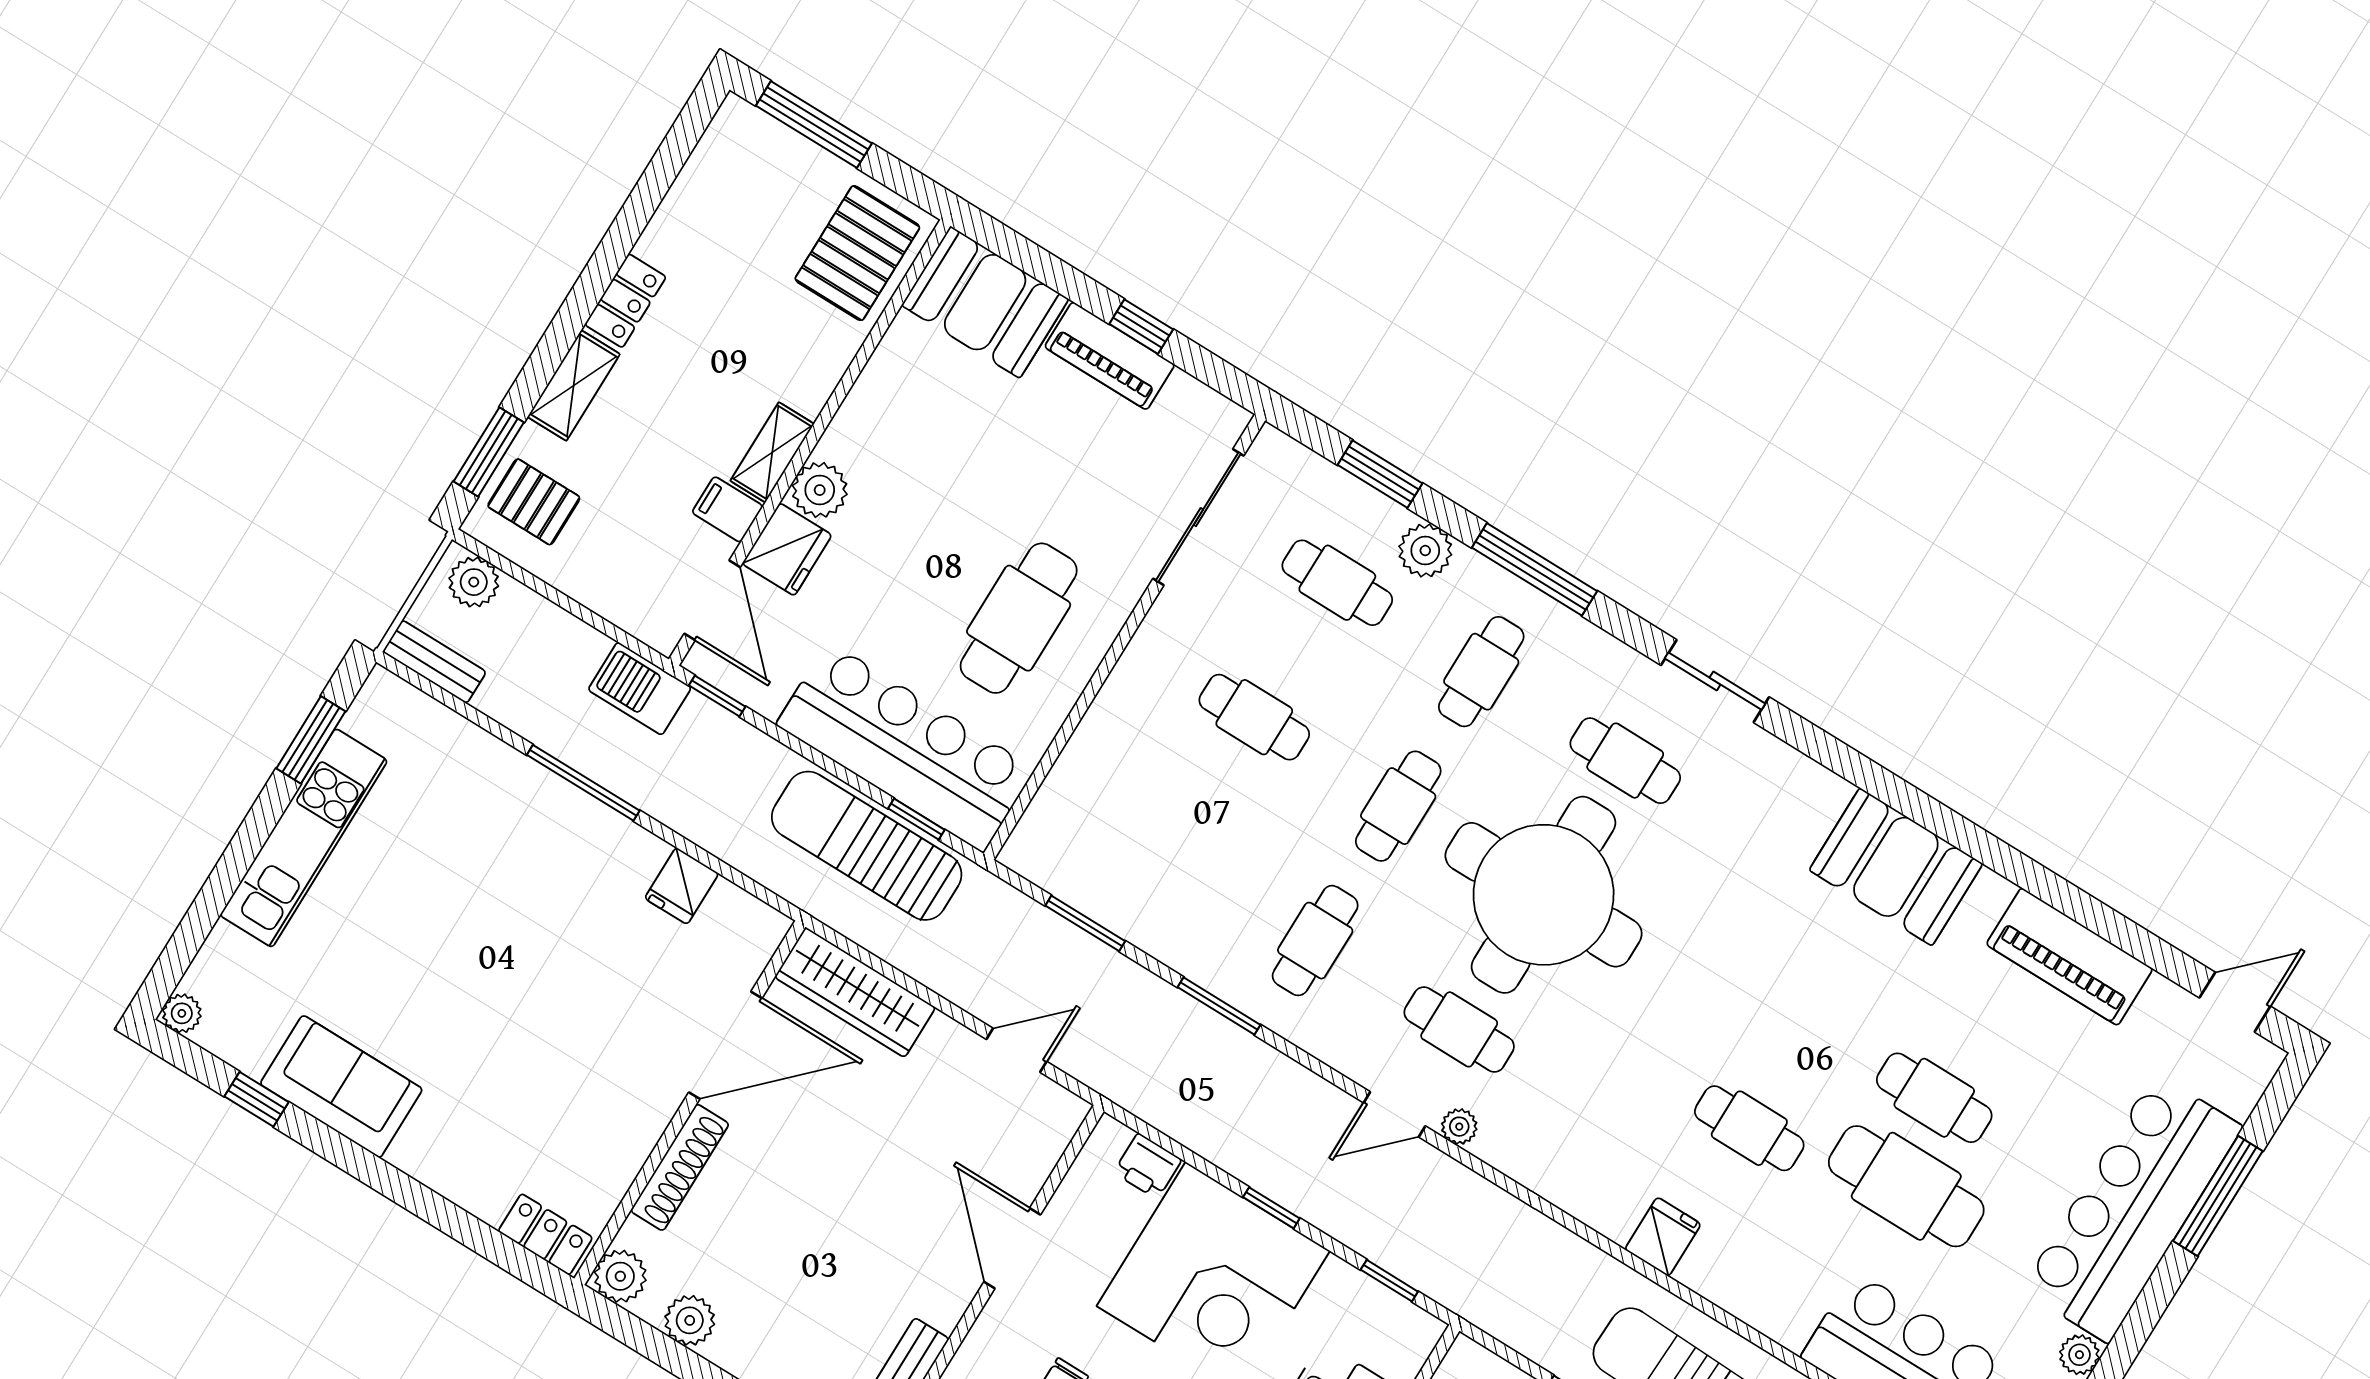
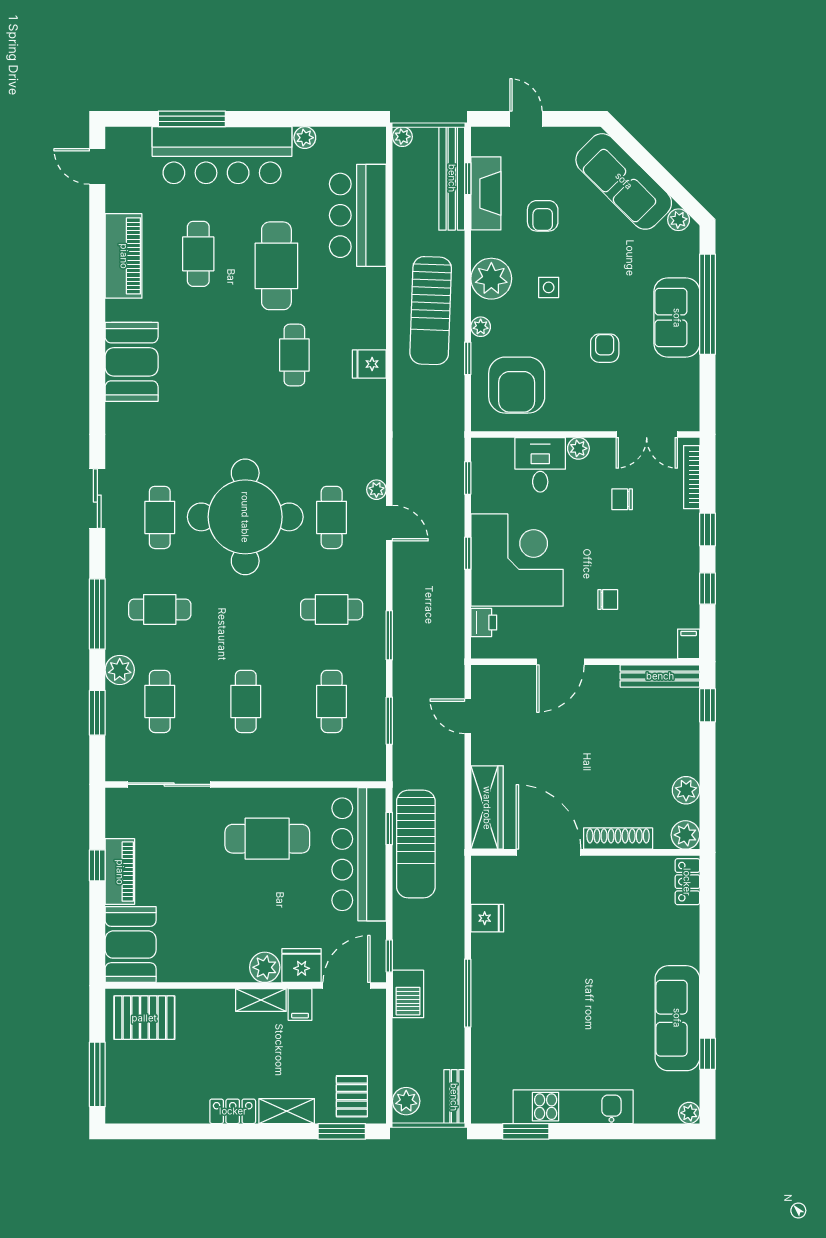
cafe table: (1398, 806) -> (332, 701), moved, turned 90
sofa: (341, 1087) -> (677, 1018), width x1.36
cafe table: (1934, 1098) -> (198, 254), moved

